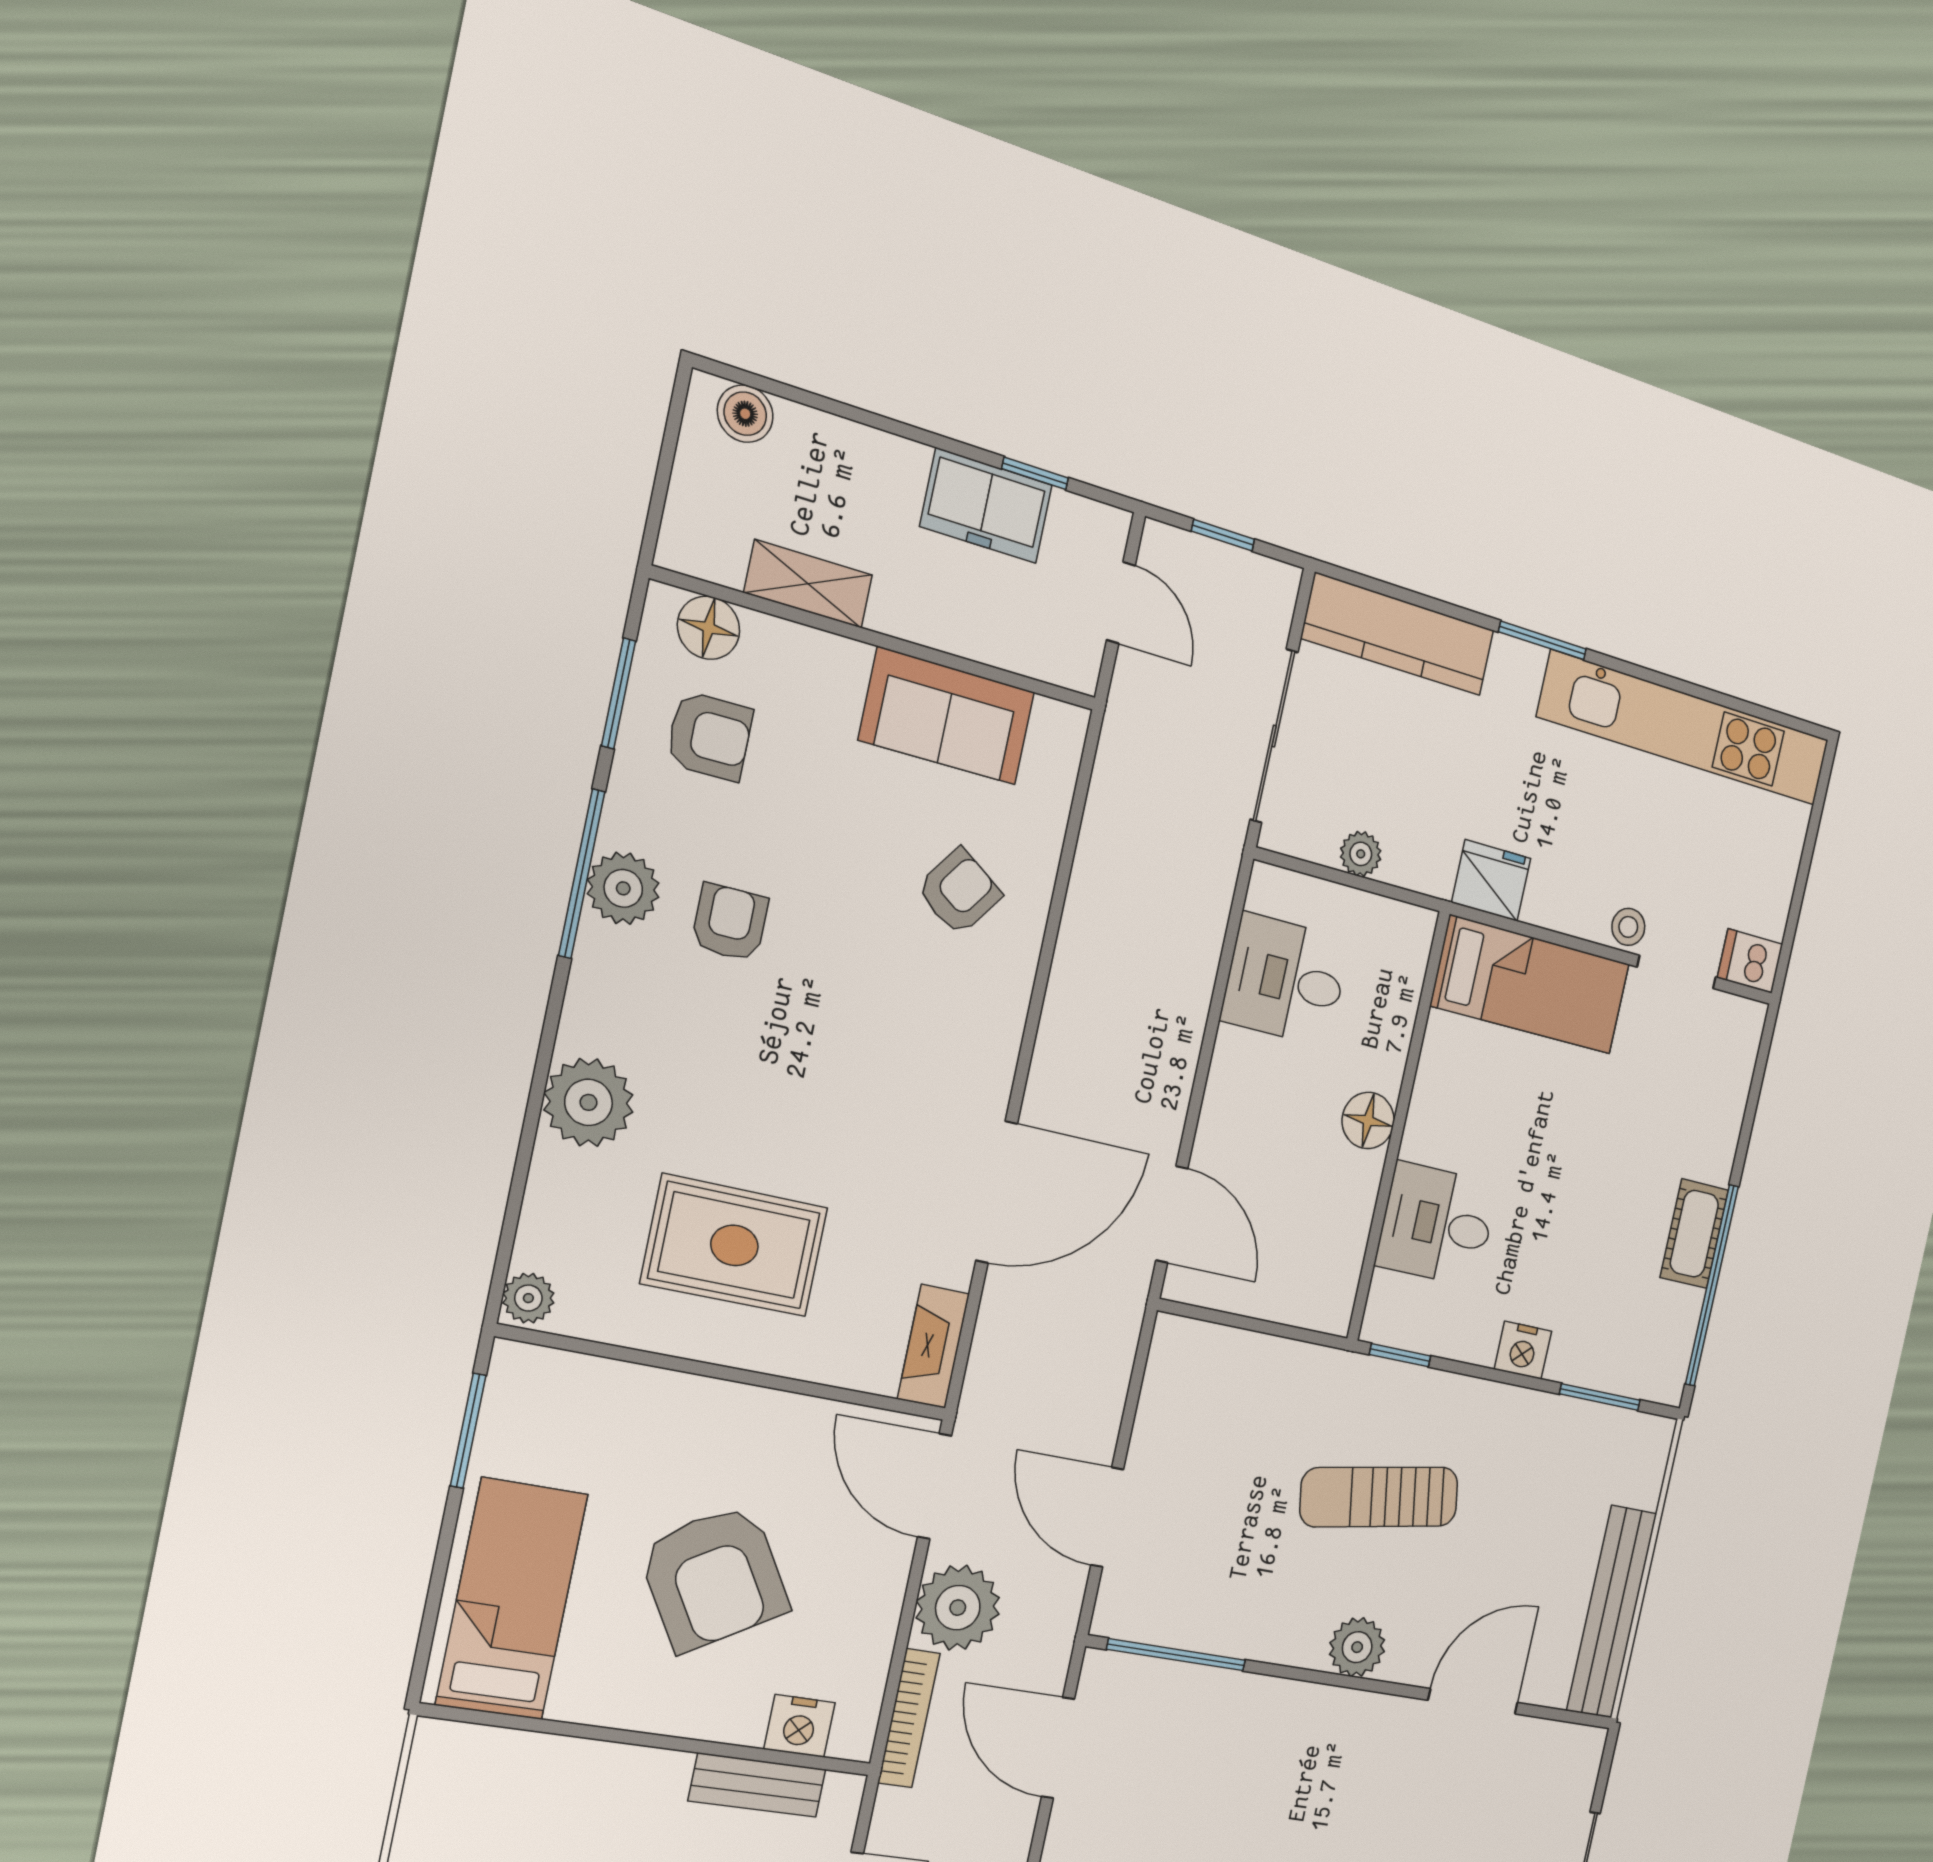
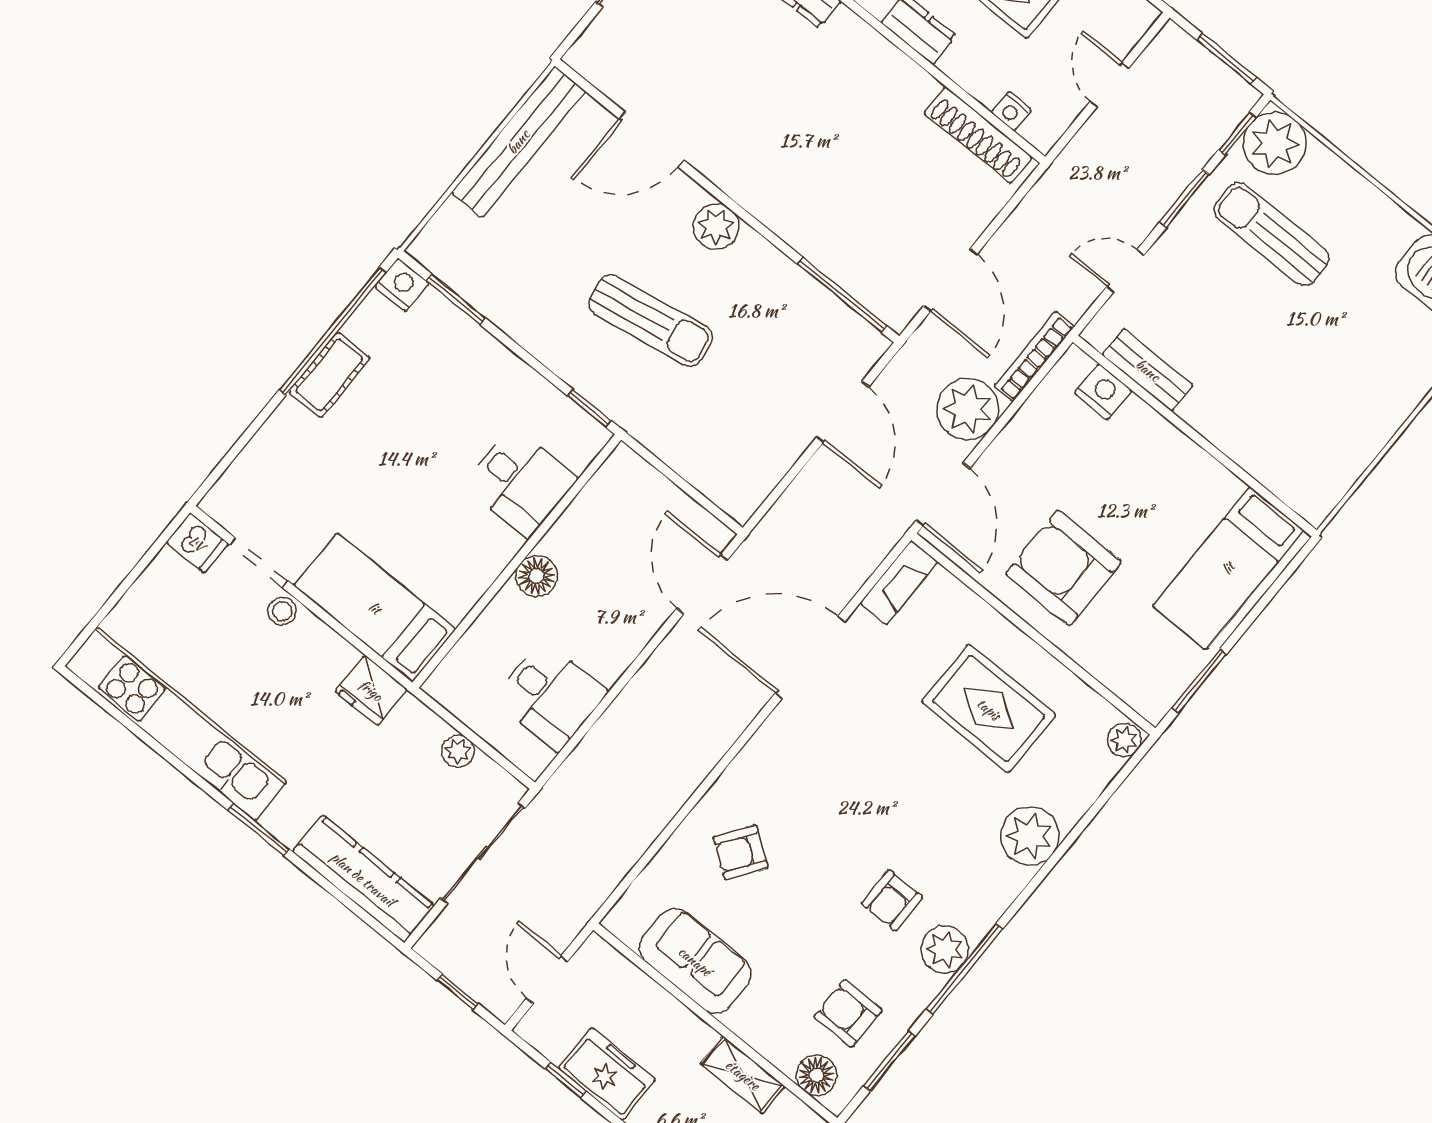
nightstand: (1523, 1350) -> (402, 285), moved
armchair: (714, 1578) -> (1063, 568), moved, turned -59

